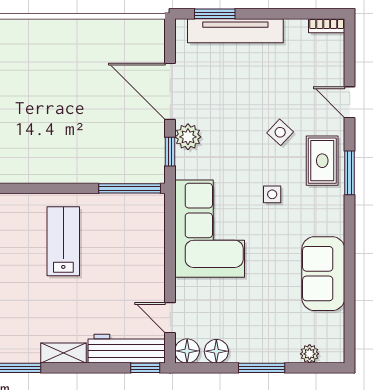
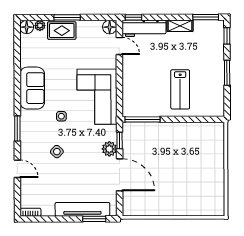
rug: (322, 161) -> (62, 31), moved, turned 90
sofa: (323, 274) -> (32, 88), moved
floor lamp: (216, 351) -> (27, 27), moved

